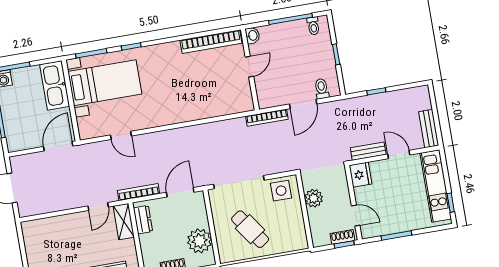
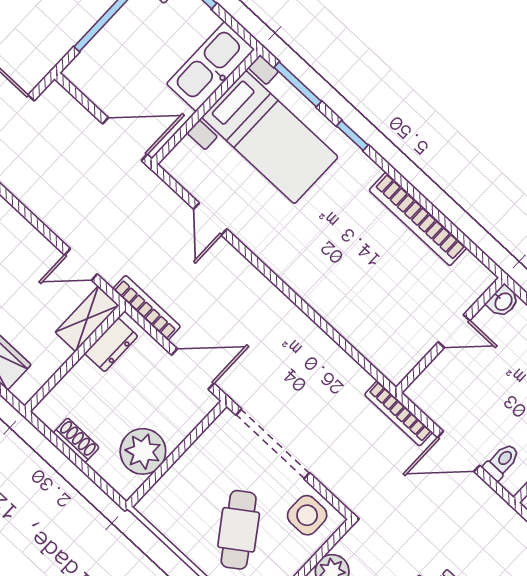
bookcase: (211, 42) -> (418, 219), moved
cafe table: (250, 229) -> (239, 530), moved

